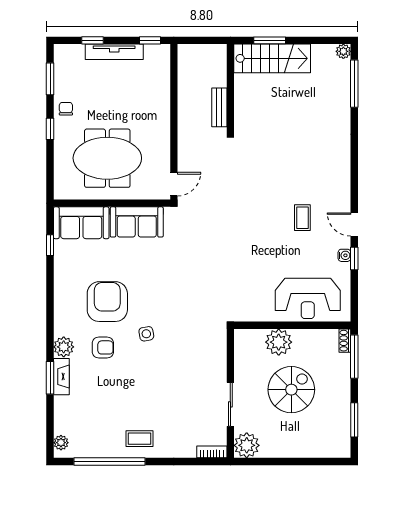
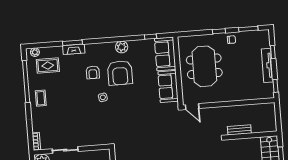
armchair: (107, 302) -> (120, 73), turned 90
plant: (64, 347) -> (122, 47), moved
rug: (85, 423) -> (48, 66), added

